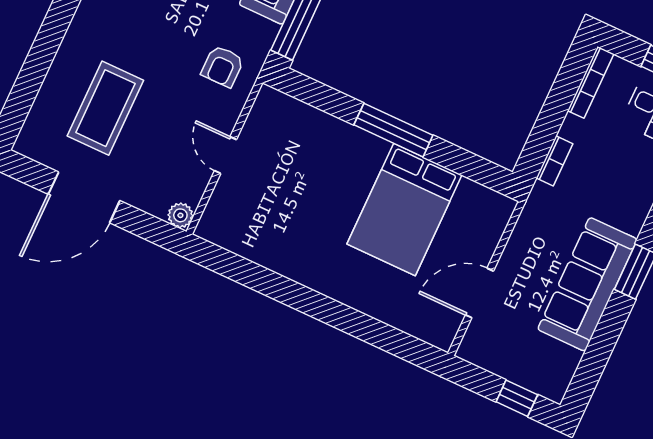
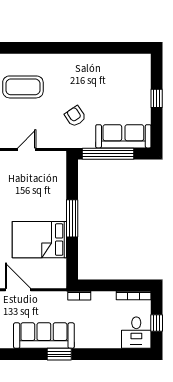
armchair: (222, 66) -> (75, 116), moved, turned 56
bookcase: (554, 161) -> (79, 296), moved

